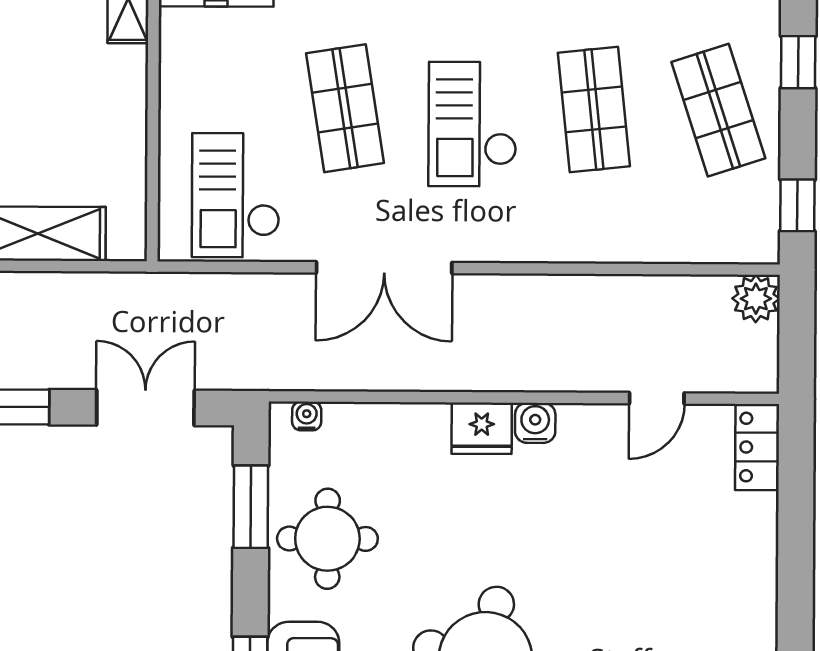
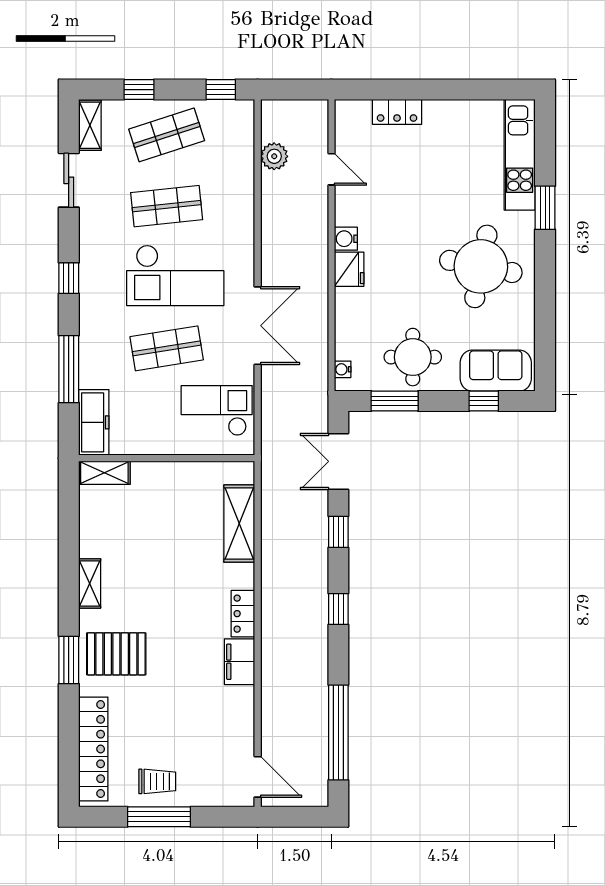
checkout: (473, 124) -> (175, 275), width x1.36, depth x1.21
checkout: (236, 195) -> (217, 411), turned 180
plant: (756, 299) -> (274, 156), moved
locker: (757, 447) -> (397, 112), moved

